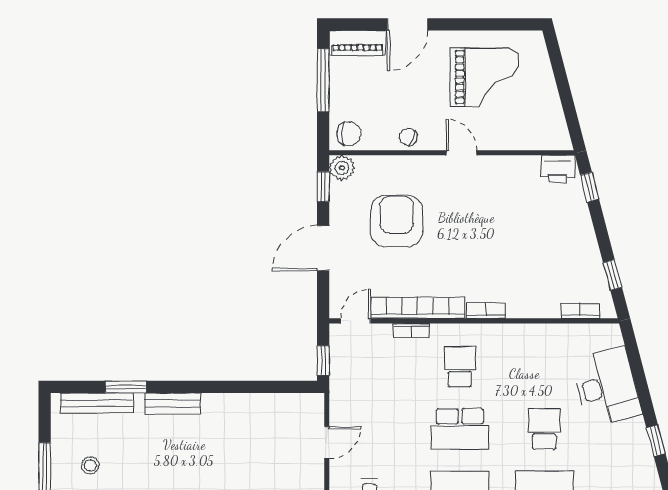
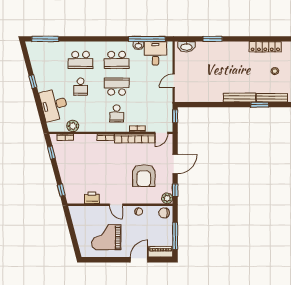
printer: (558, 169) -> (92, 198), moved
plant: (563, 337) -> (73, 126), added
bench: (173, 403) -> (239, 98), width x1.36

